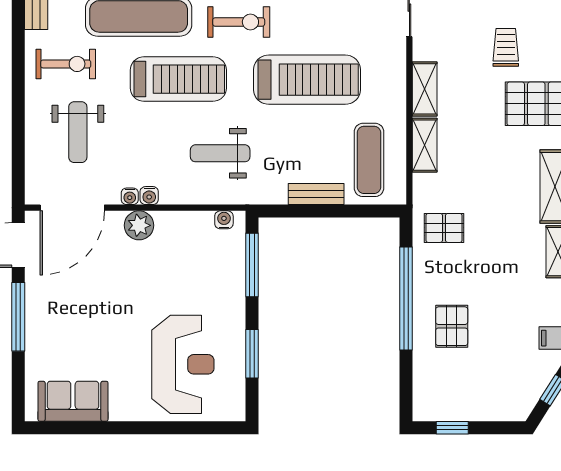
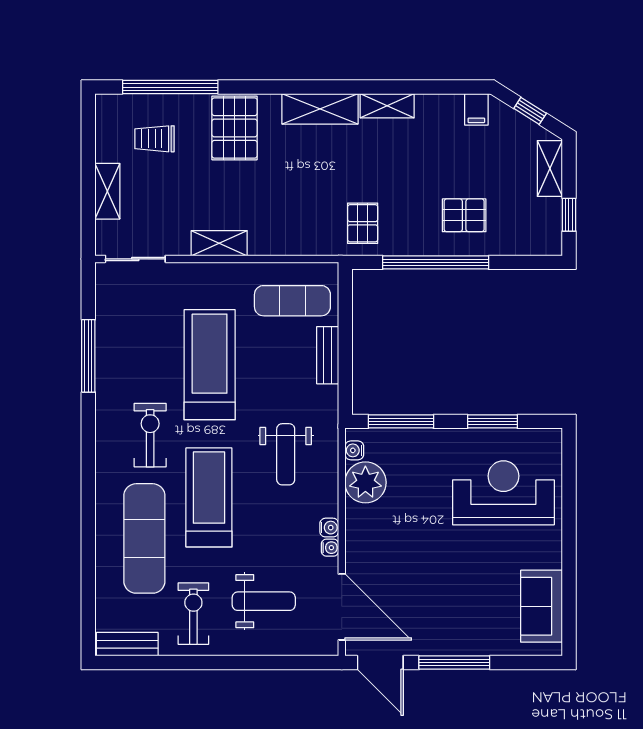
trolley: (506, 47) -> (155, 139), moved
shelving: (425, 145) -> (550, 168), moved, turned 90
plant: (139, 225) -> (365, 482), moved, width x1.36, depth x1.36

